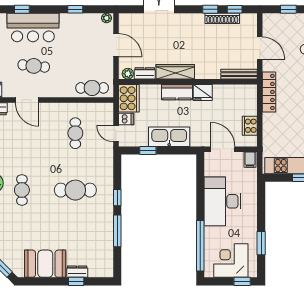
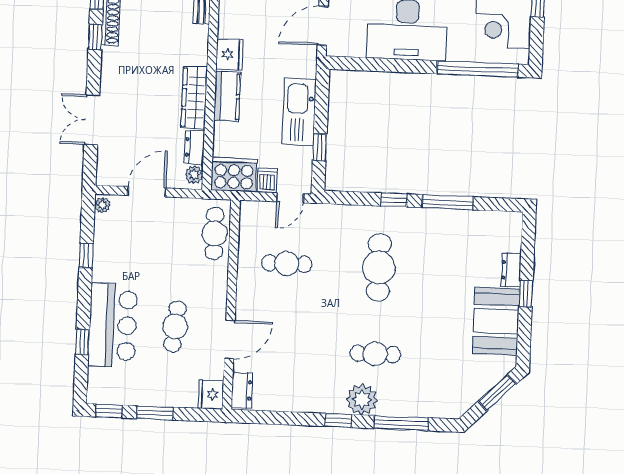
window: (76, 281) -> (526, 294), moved

